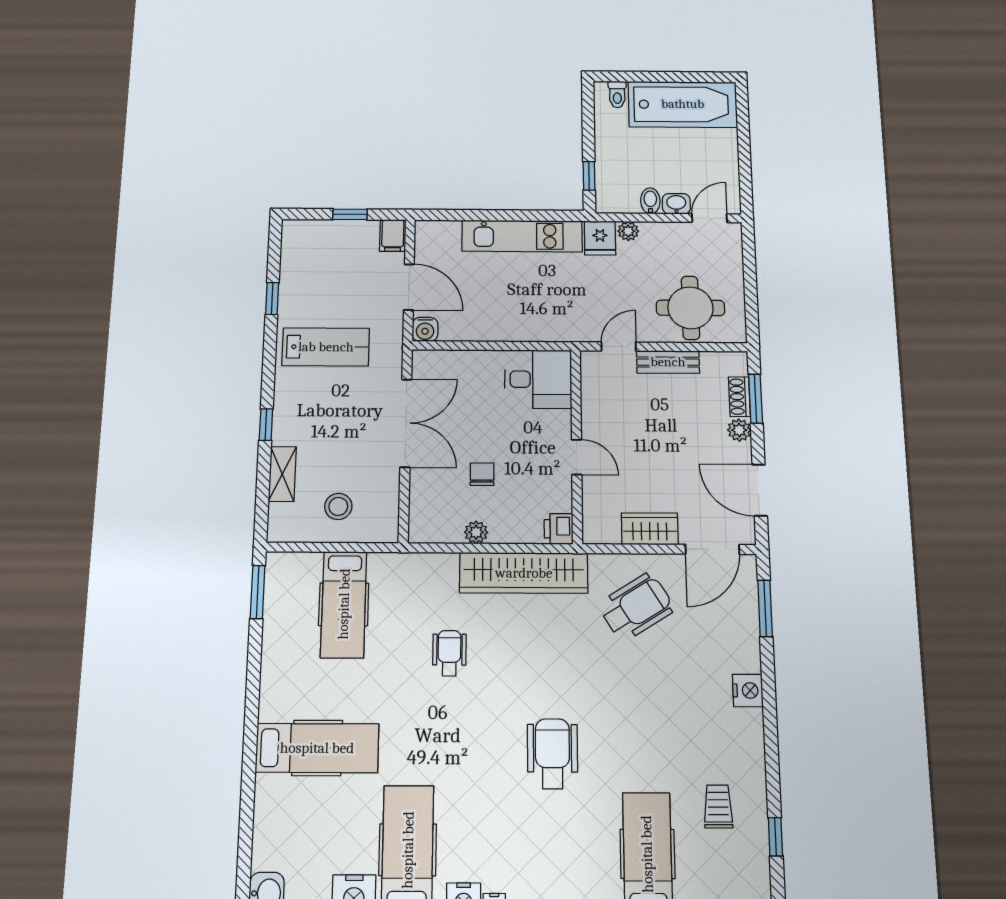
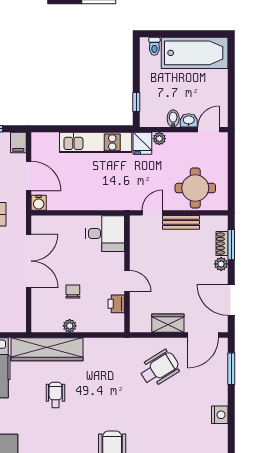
printer: (559, 529) -> (116, 304), moved
wardrobe: (524, 573) -> (47, 349), moved

